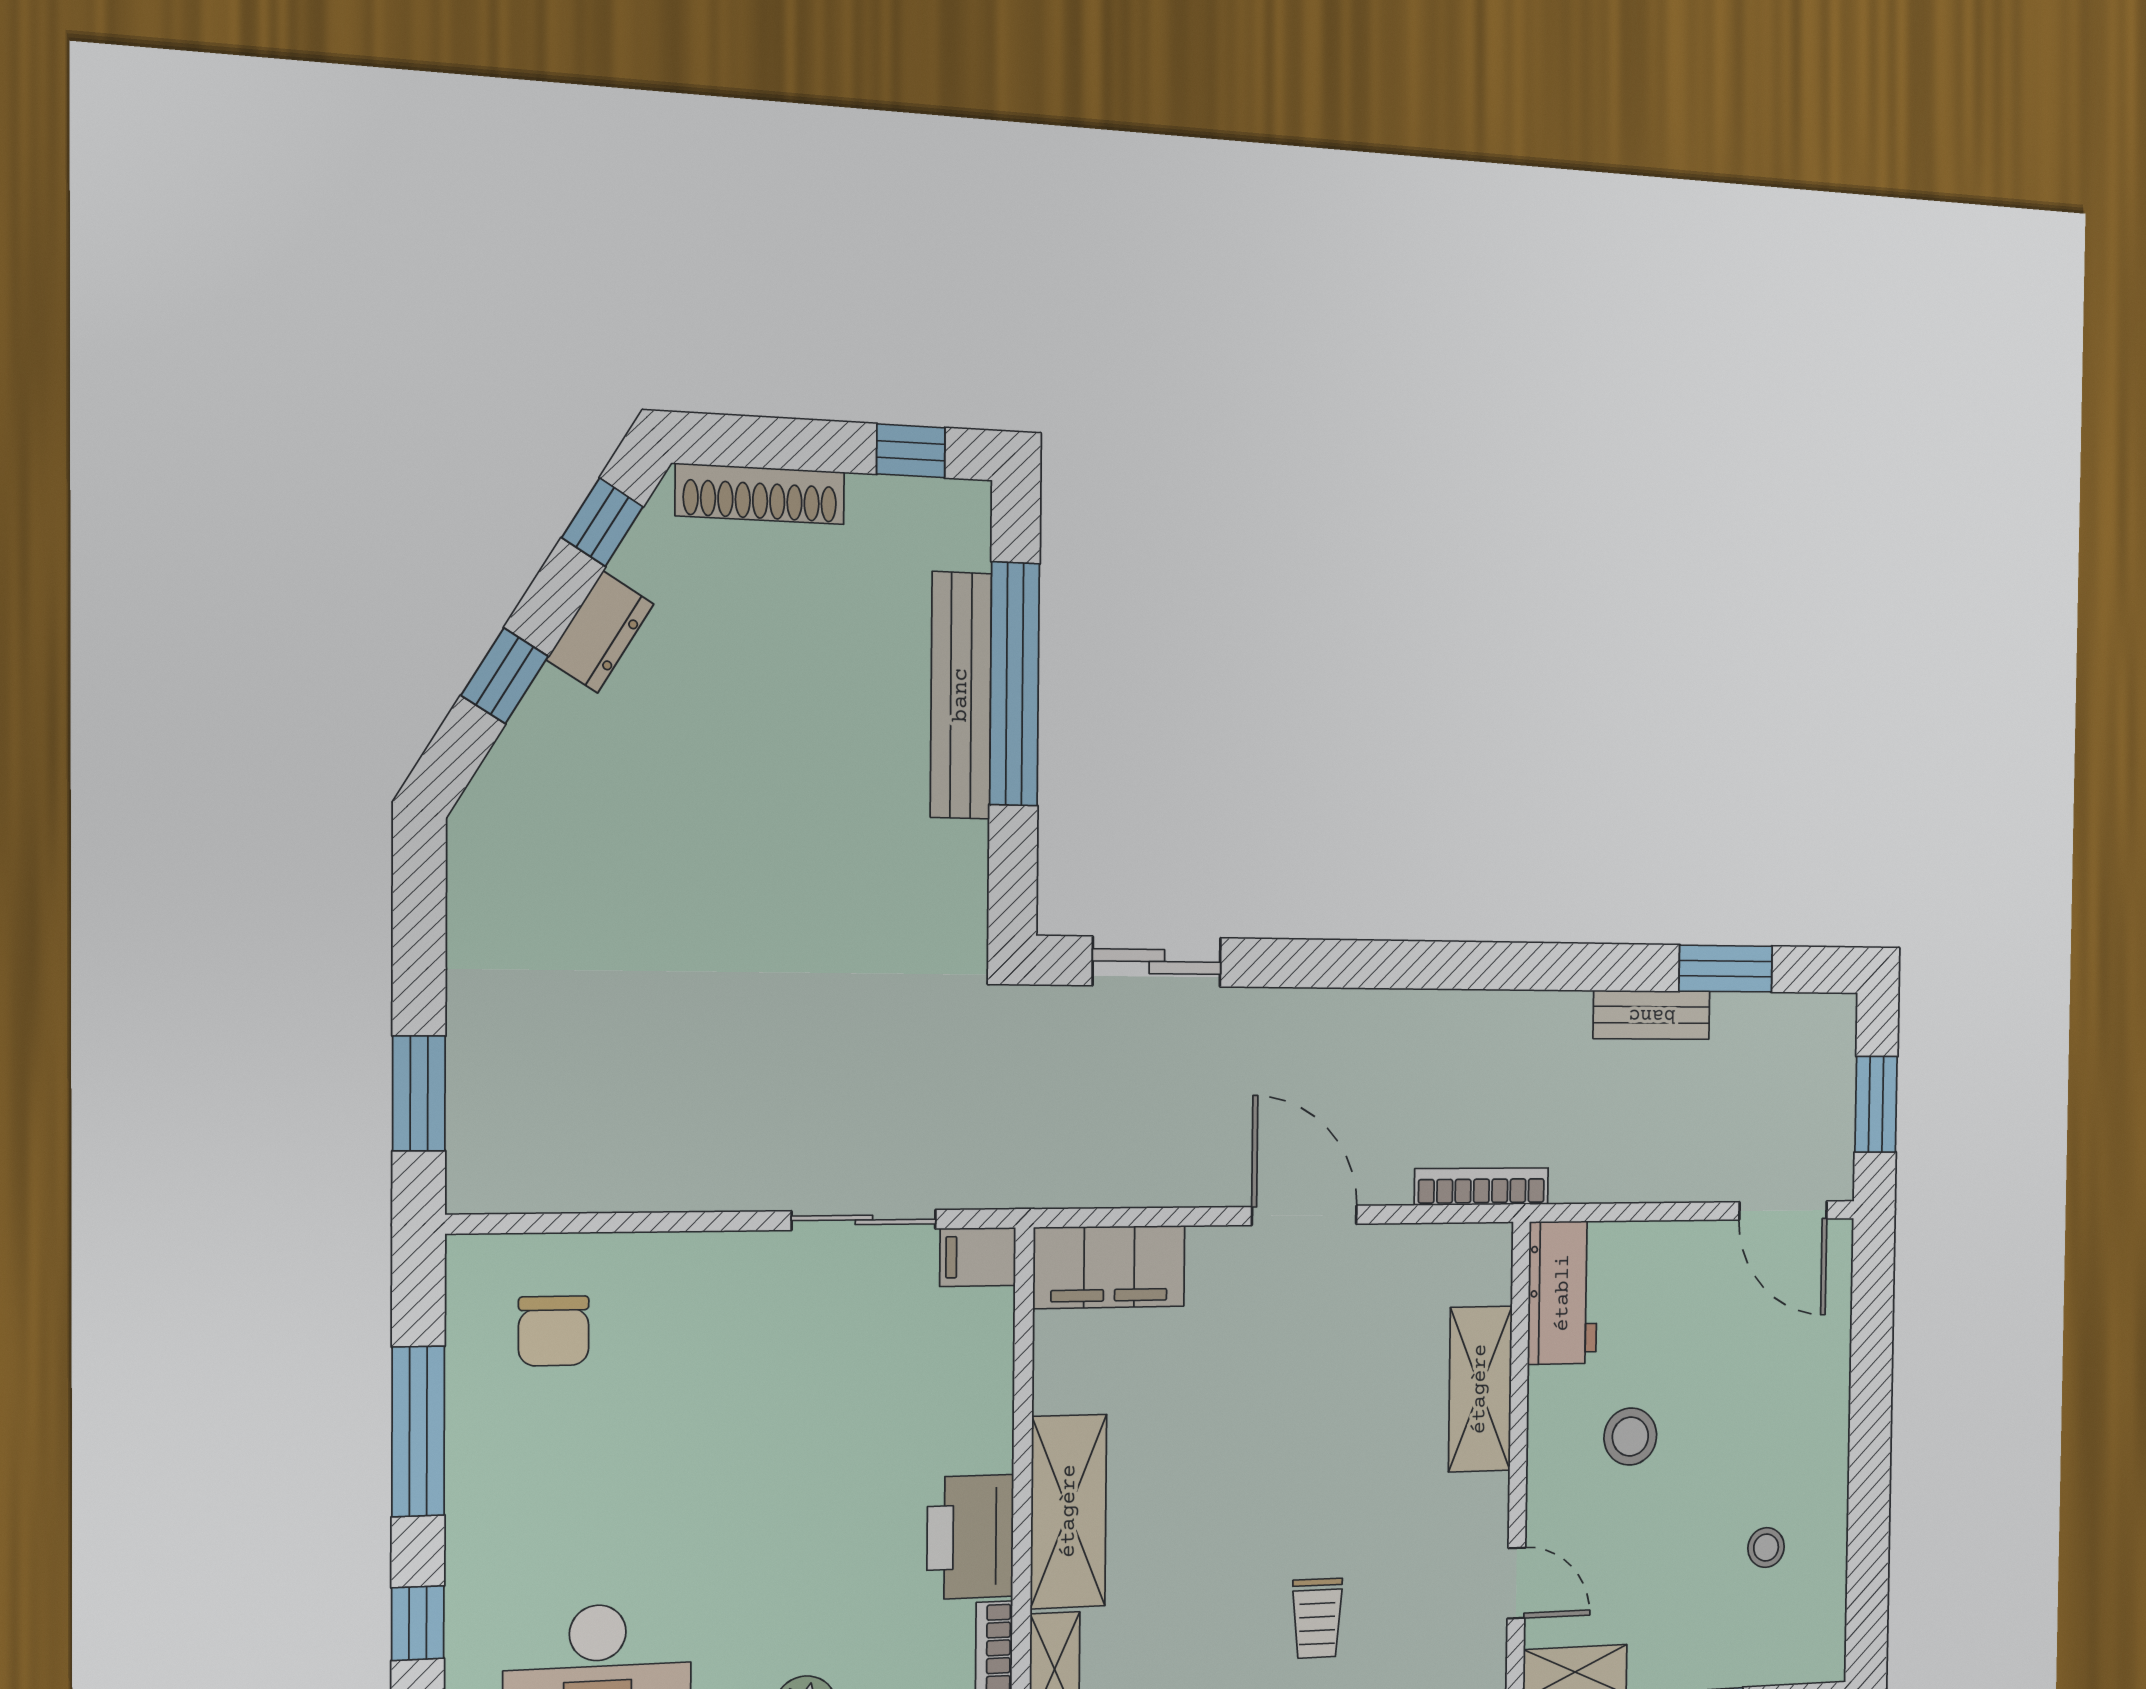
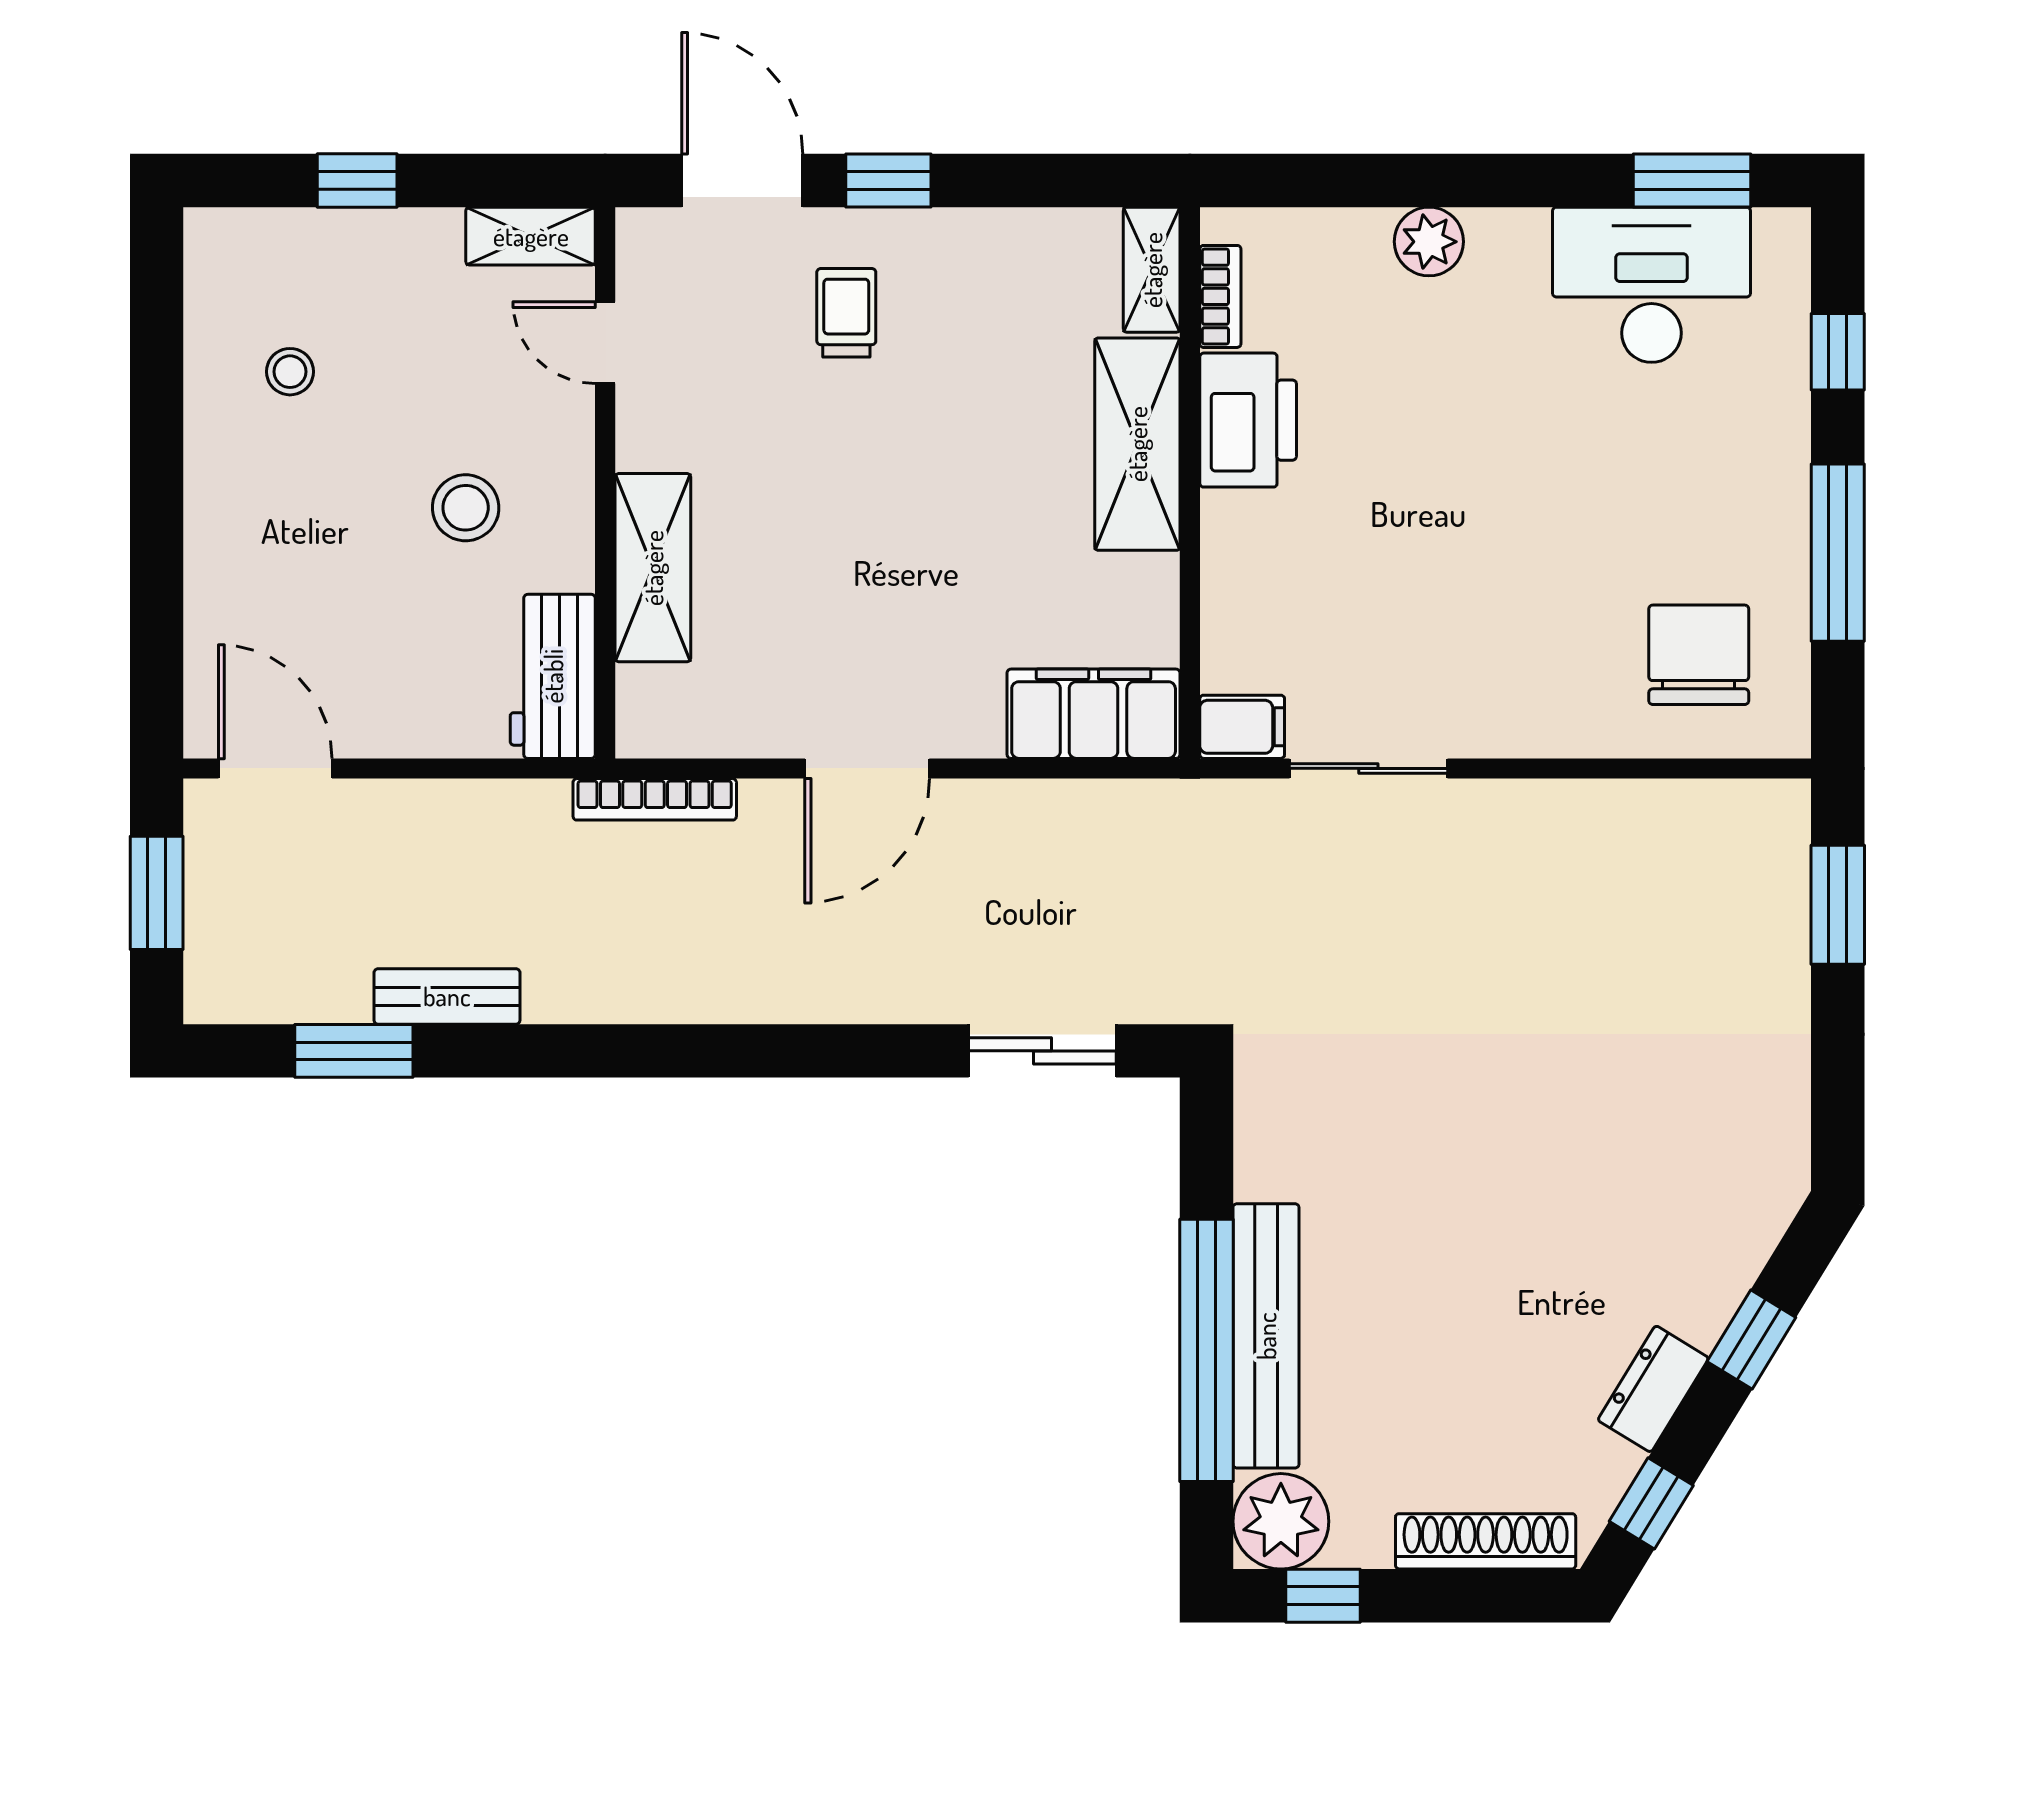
plant: (949, 522) -> (1281, 1521), added
door: (1304, 1215) -> (867, 768), hinge flipped
chair: (554, 1331) -> (1699, 655), width x1.37, depth x1.37

